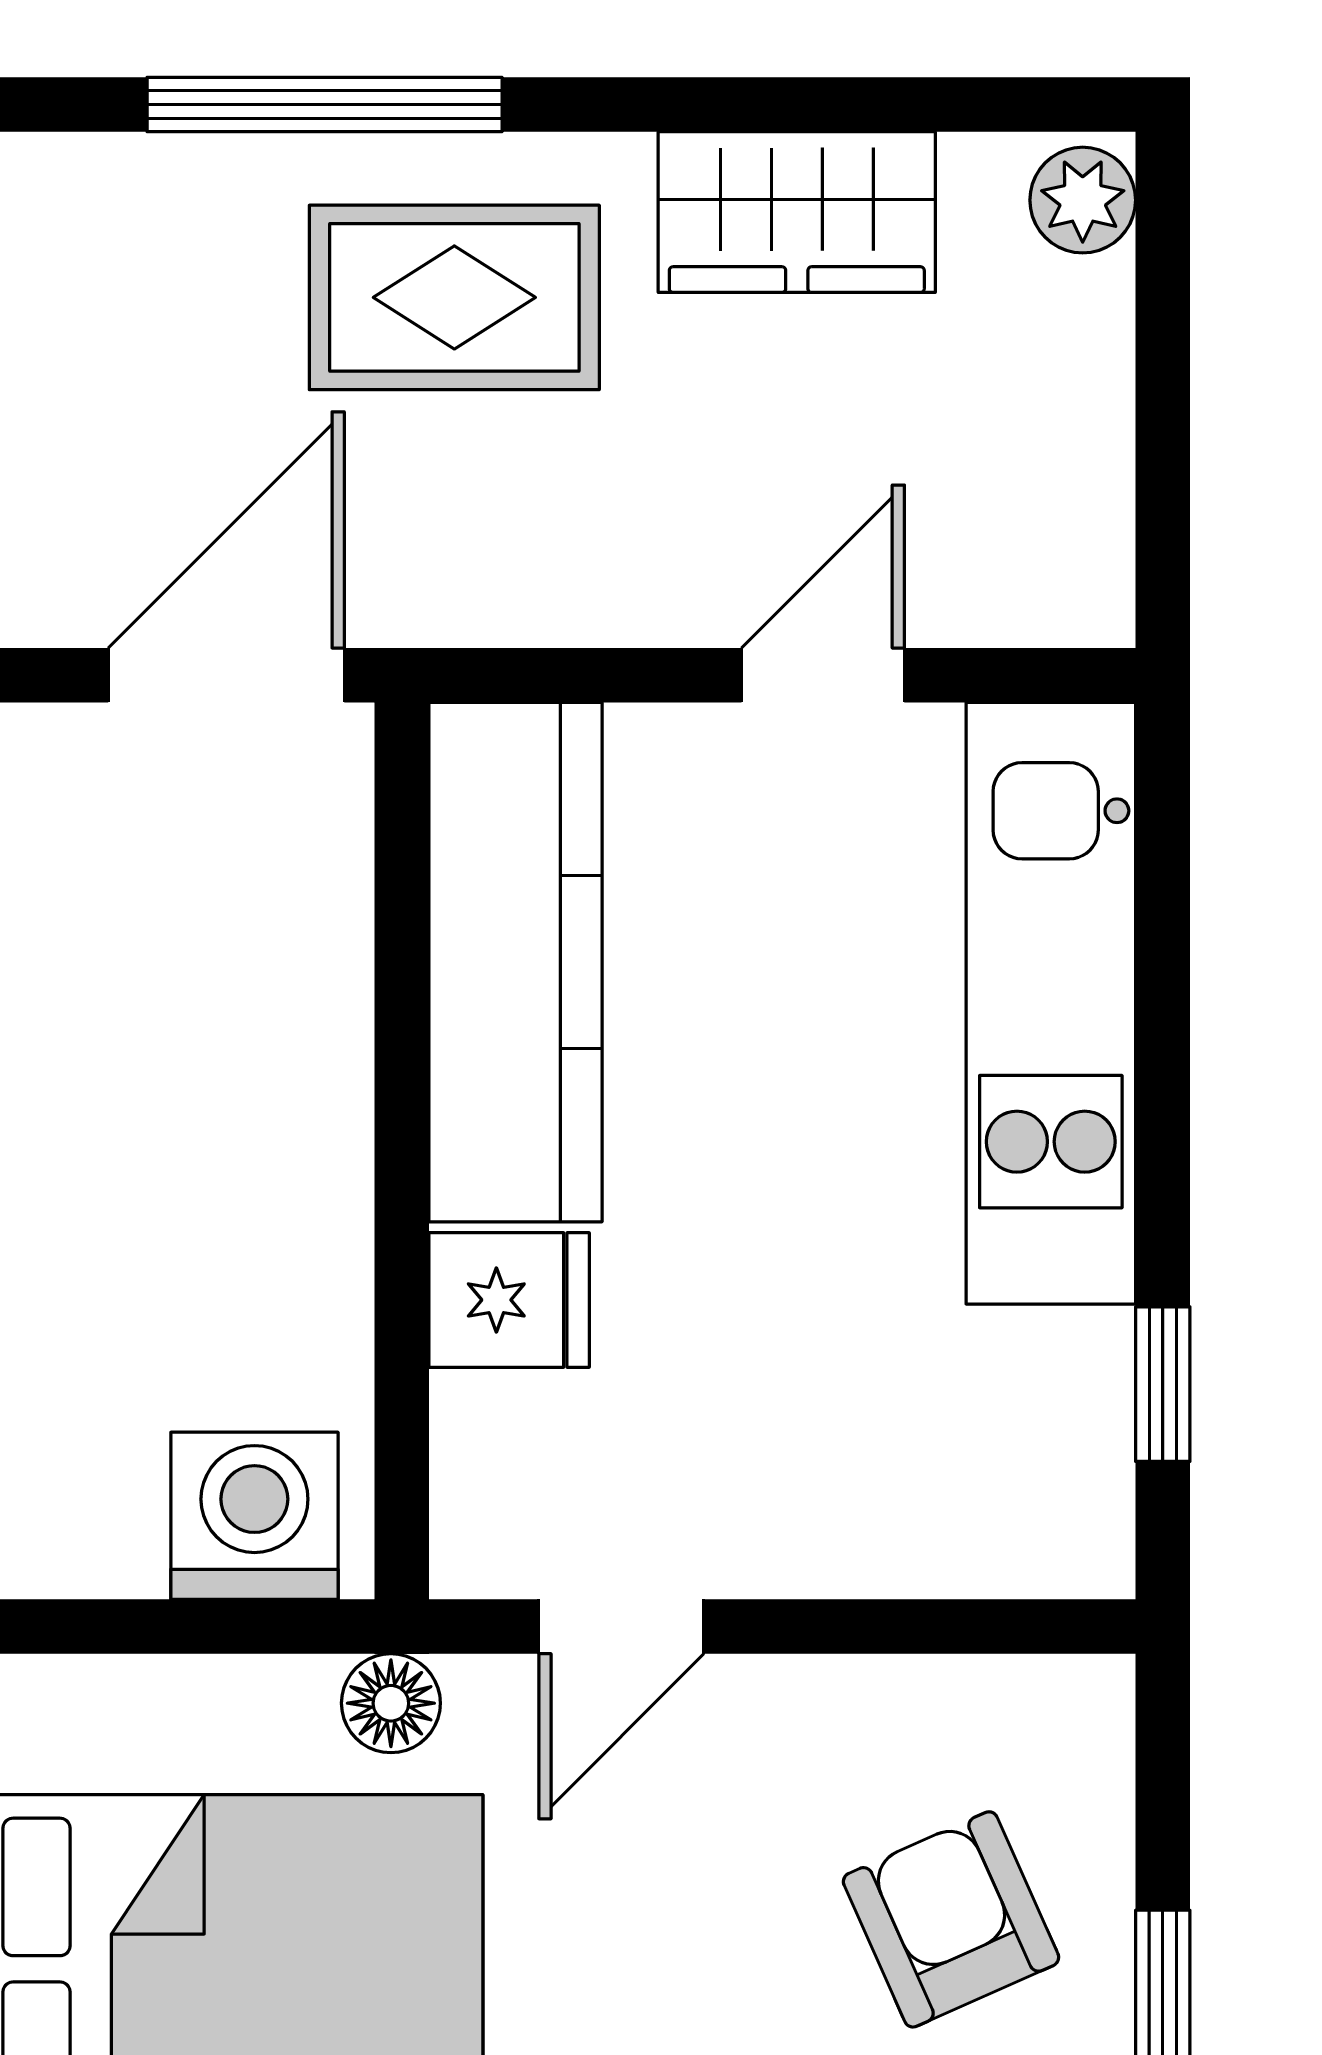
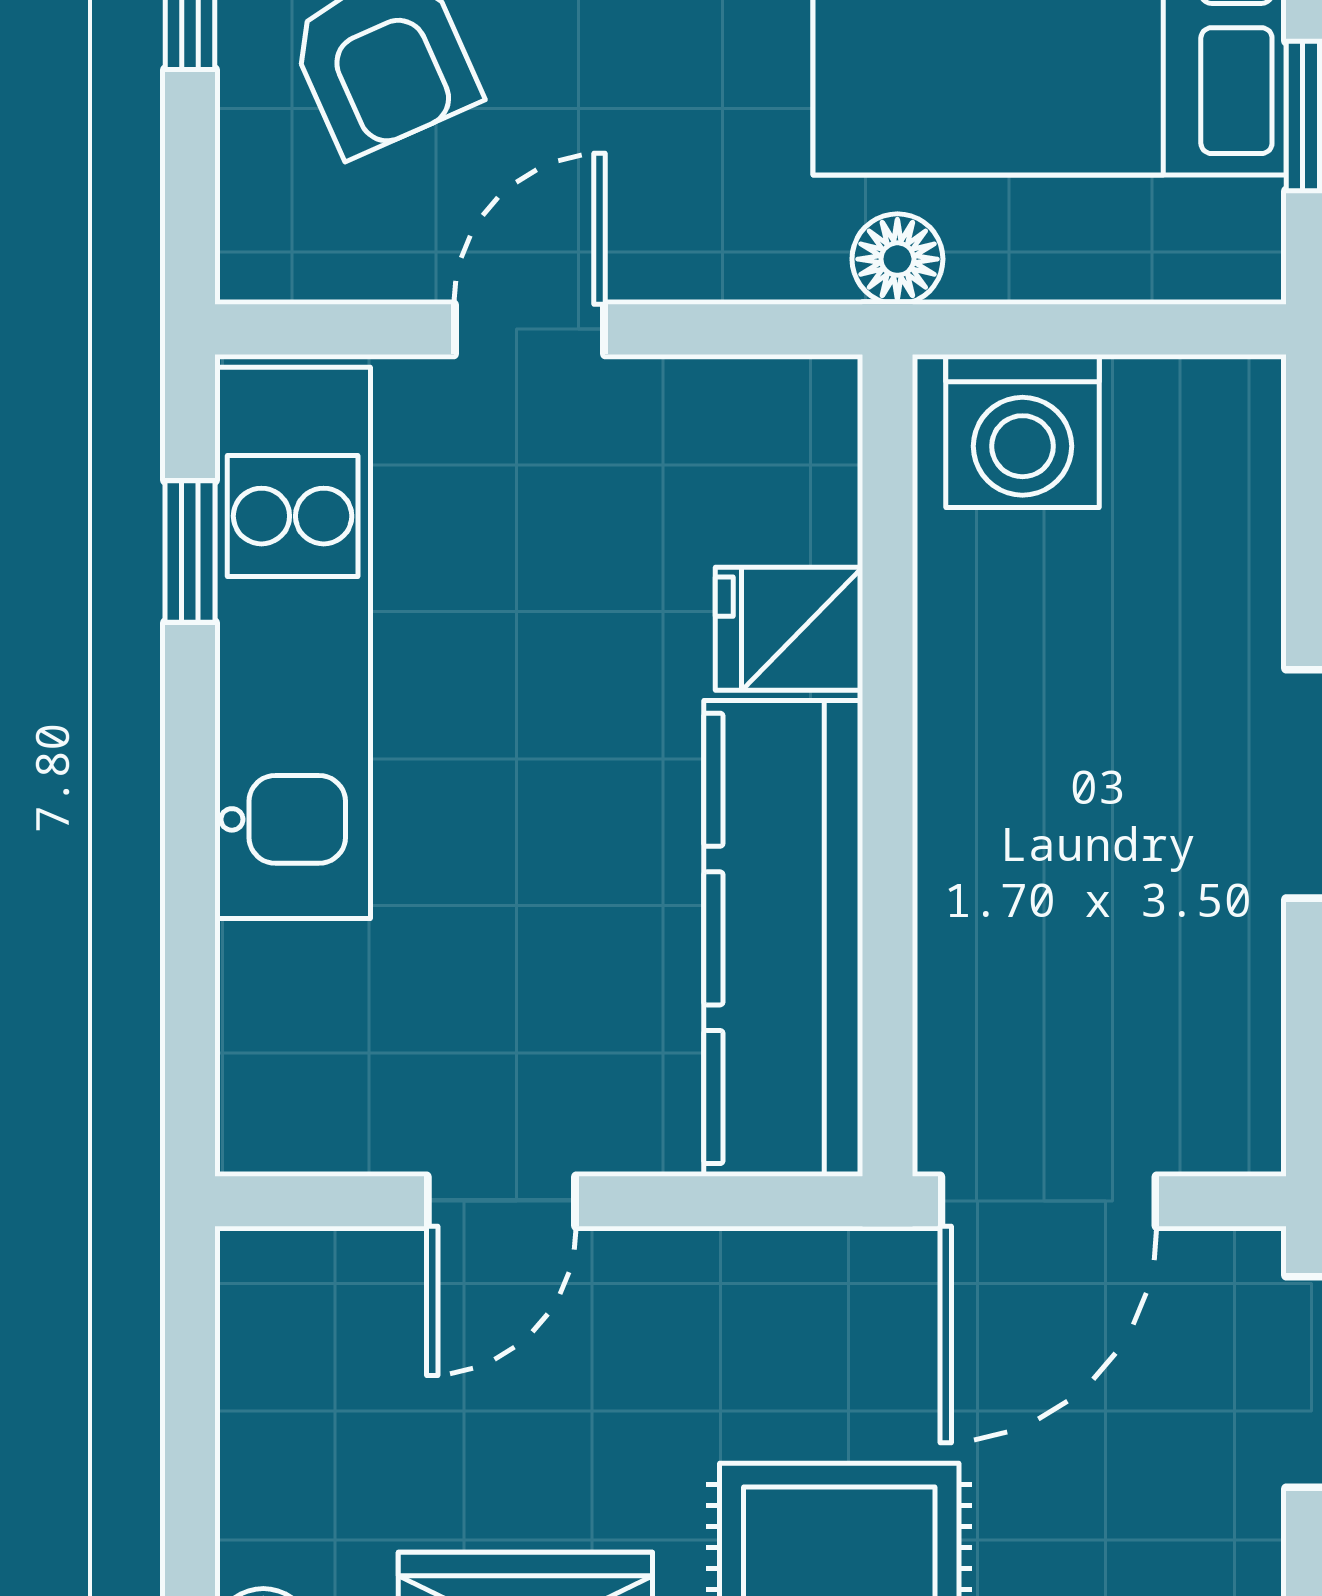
kitchen unit: (1051, 1003) -> (293, 643), moved
door: (621, 1627) -> (530, 329), moved

